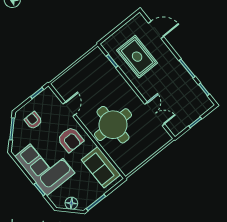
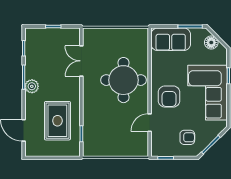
plant: (176, 67) -> (32, 86), added
armchair: (33, 120) -> (187, 137), turned -90
armchair: (70, 139) -> (169, 97), turned 180
sofa: (101, 167) -> (171, 39), moved, turned 90

